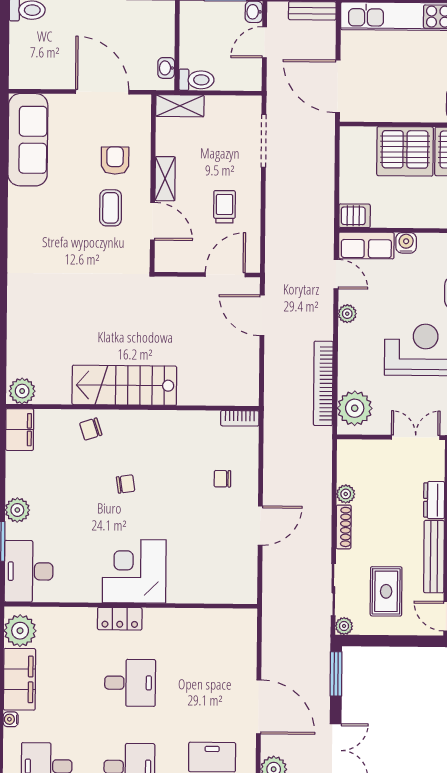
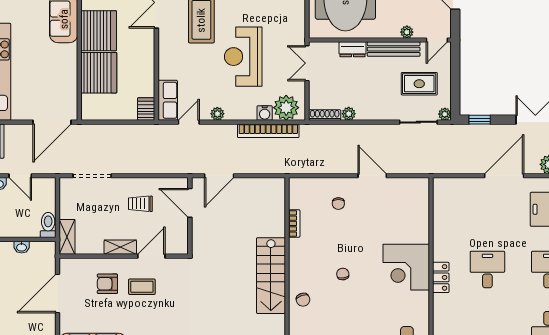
washbasin: (166, 68) -> (22, 247), moved
water cooler: (406, 243) -> (265, 113), moved, turned -90
bookcase: (240, 418) -> (294, 223), moved
shoe rack: (344, 527) -> (325, 115), moved
window: (336, 674) -> (480, 120), width x0.67

